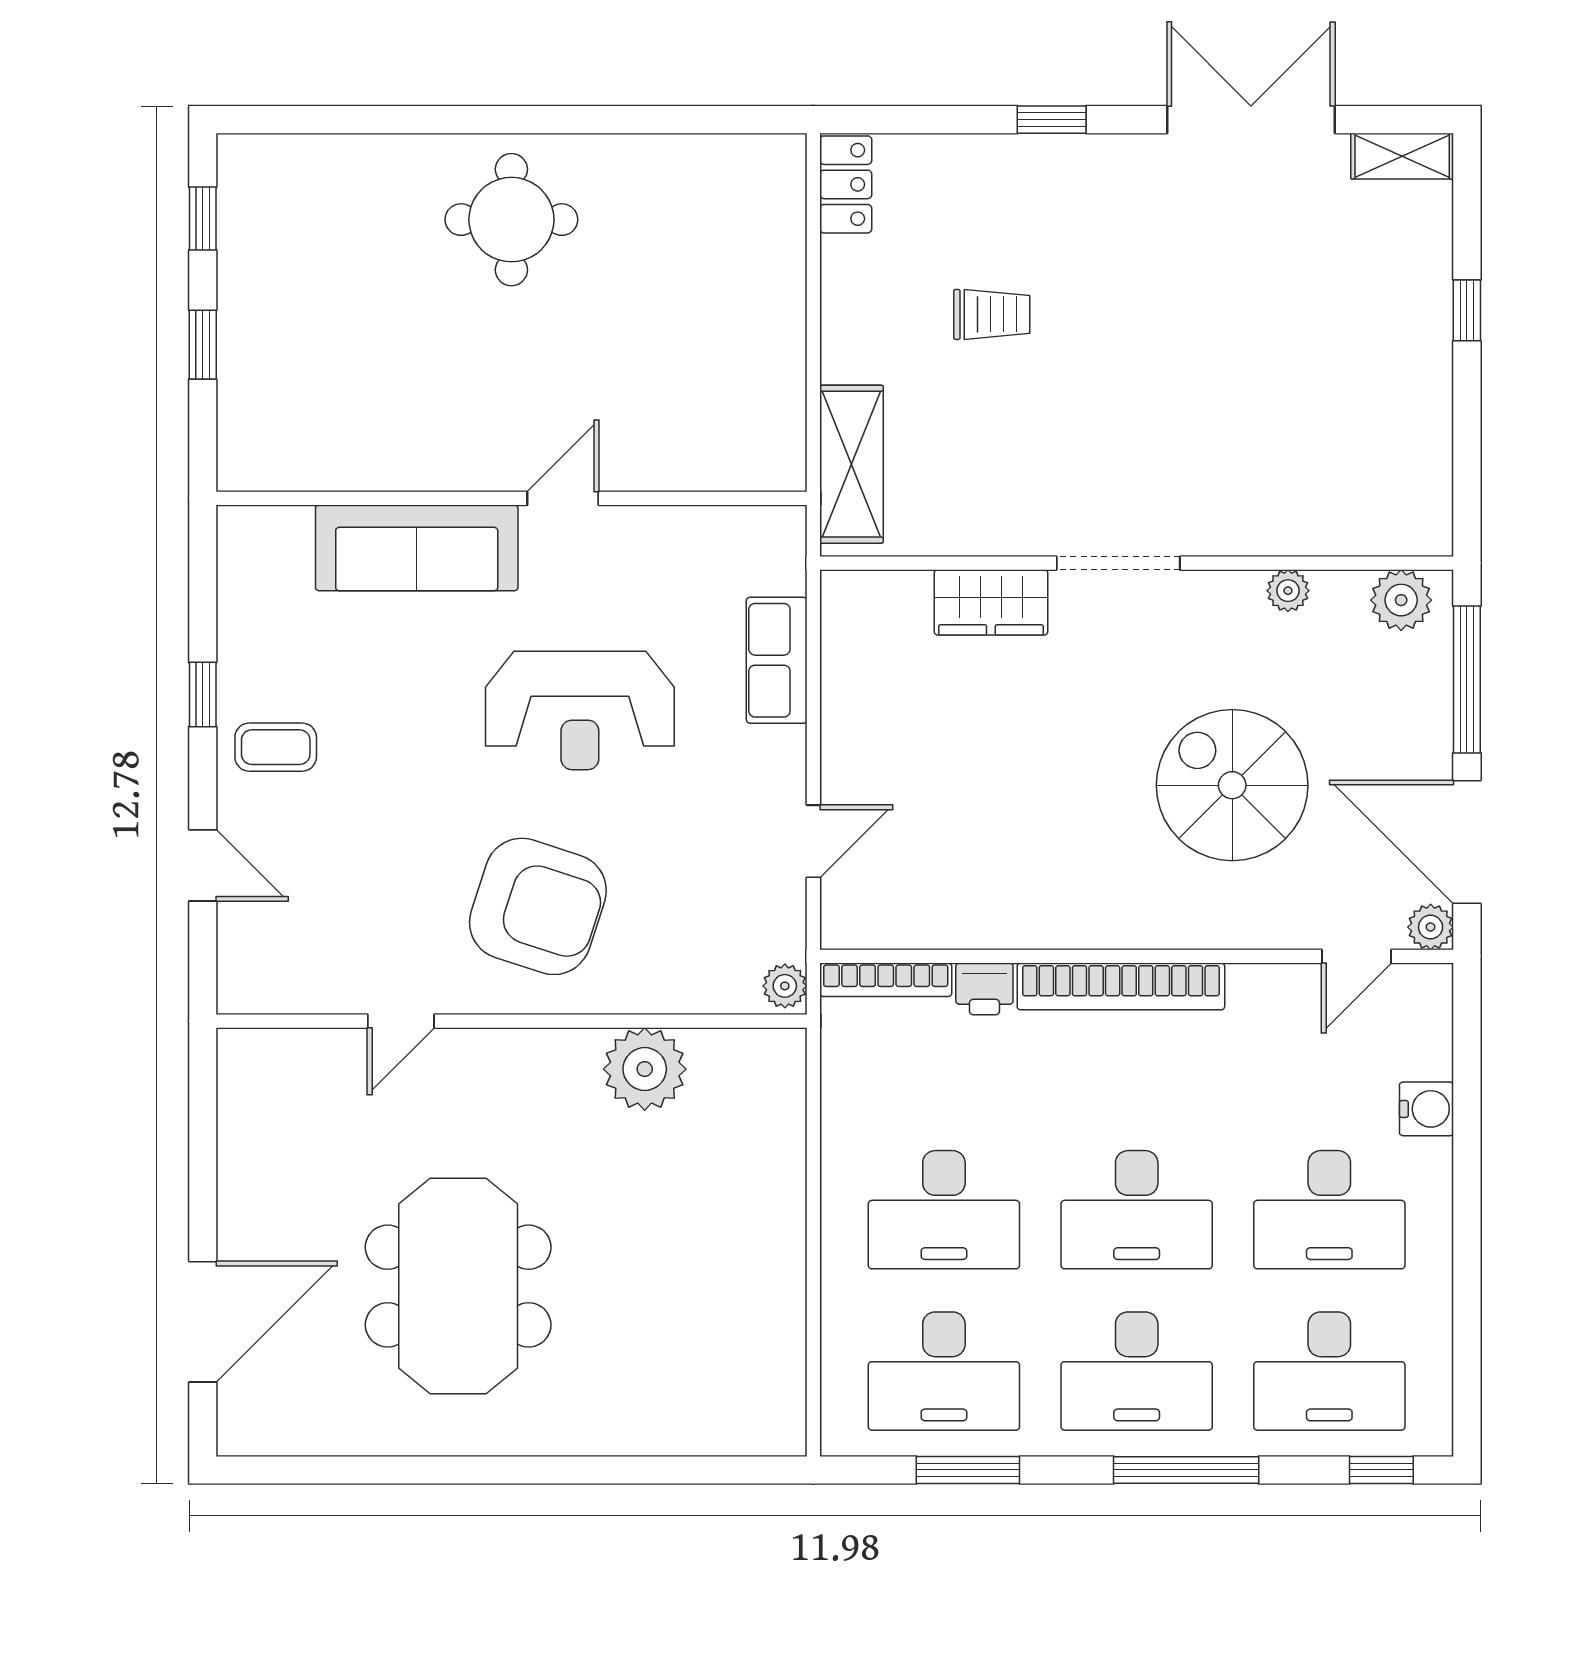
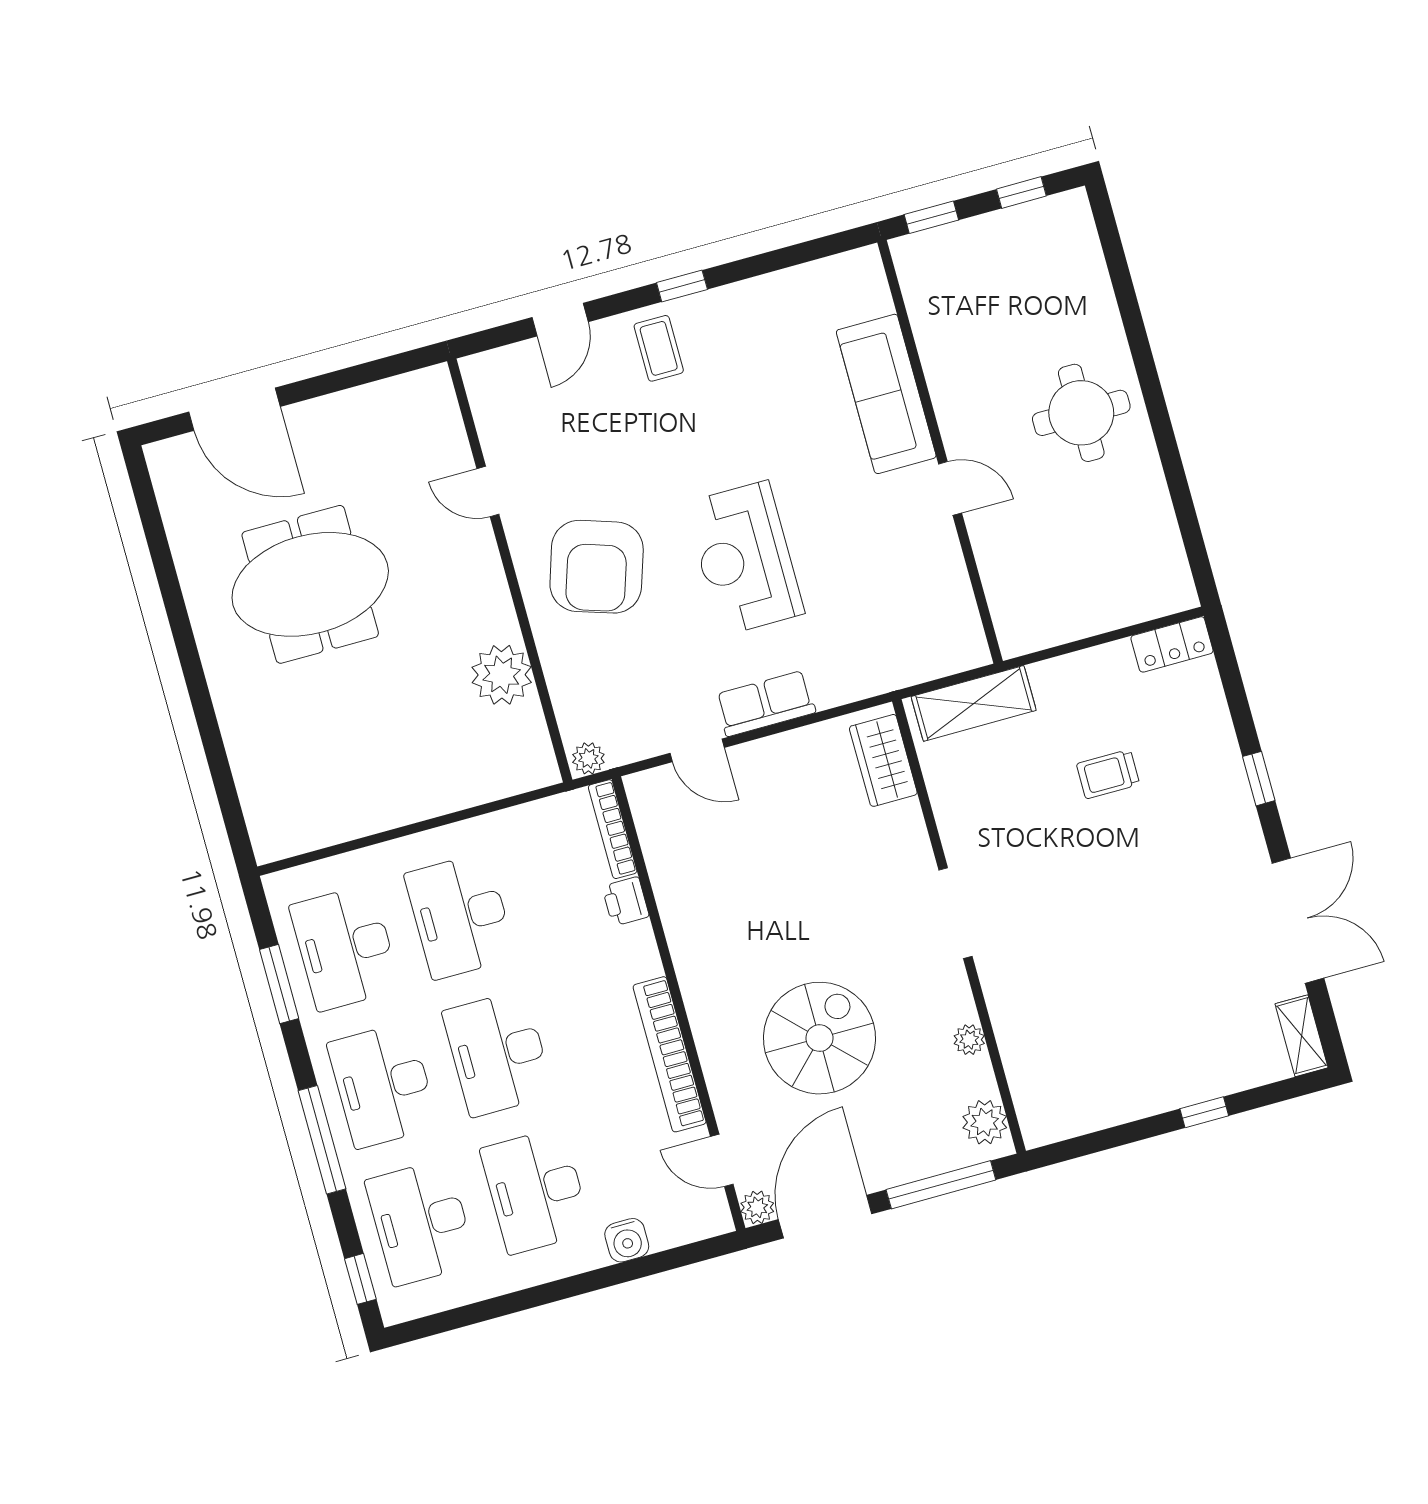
trolley: (992, 314) -> (1108, 774), turned 90
wall: (512, 498) -> (940, 452), moved
door: (563, 498) -> (950, 488), moved
sofa: (417, 548) -> (886, 394), moved
wardrobe: (991, 602) -> (883, 760), moved
row of seats: (777, 660) -> (765, 703), moved
bookcase: (1121, 986) -> (670, 1054), moved

